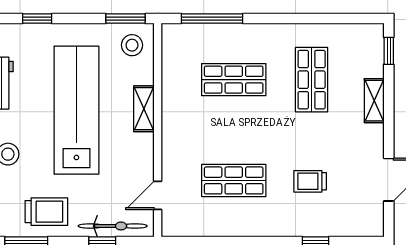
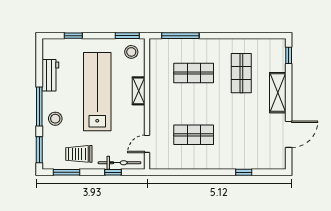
shelving: (374, 101) -> (278, 93), width x1.50, depth x1.33
trolley: (310, 181) -> (240, 135), removed
trolley: (46, 212) -> (79, 154), turned 180

